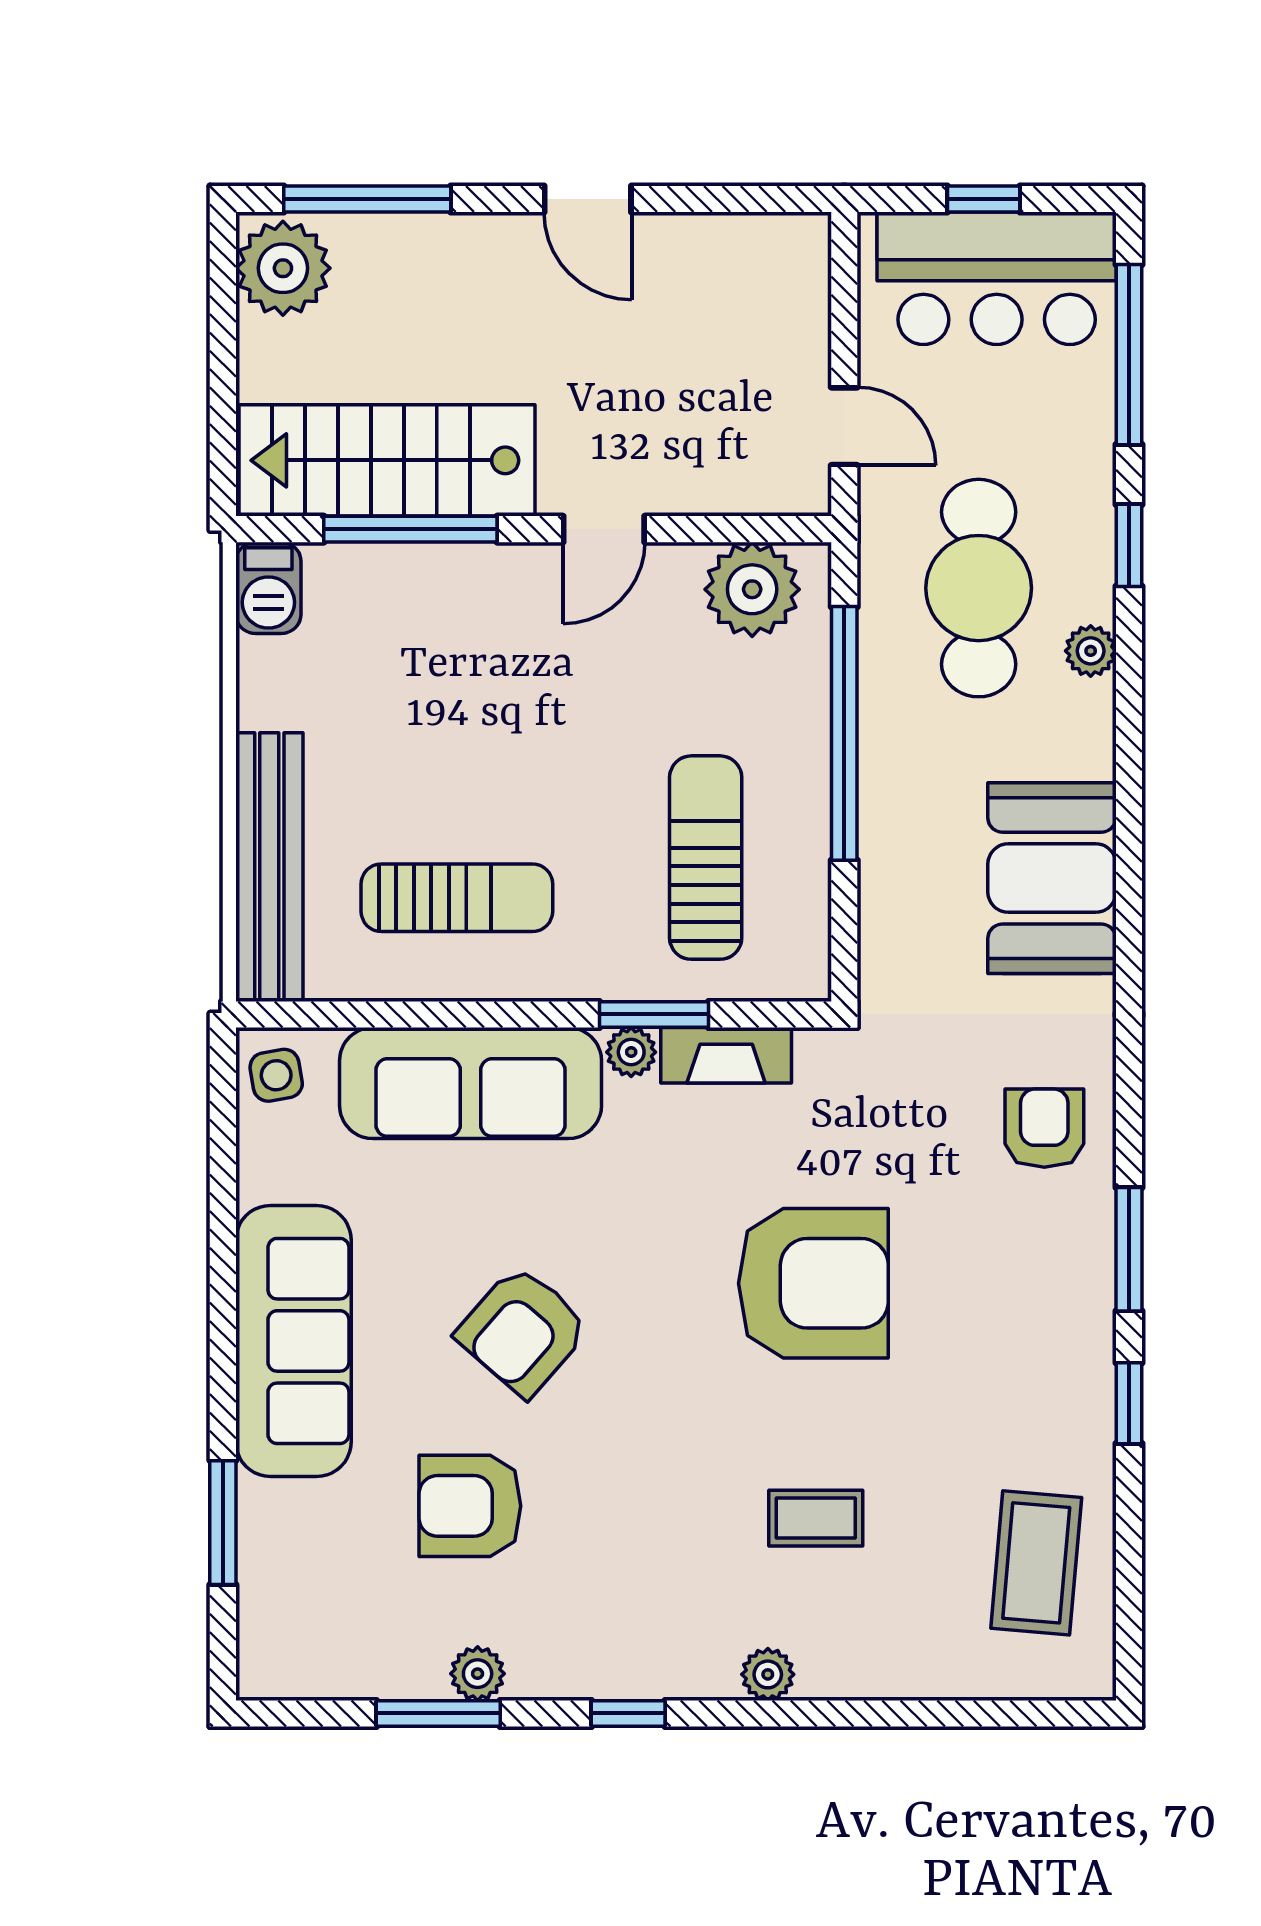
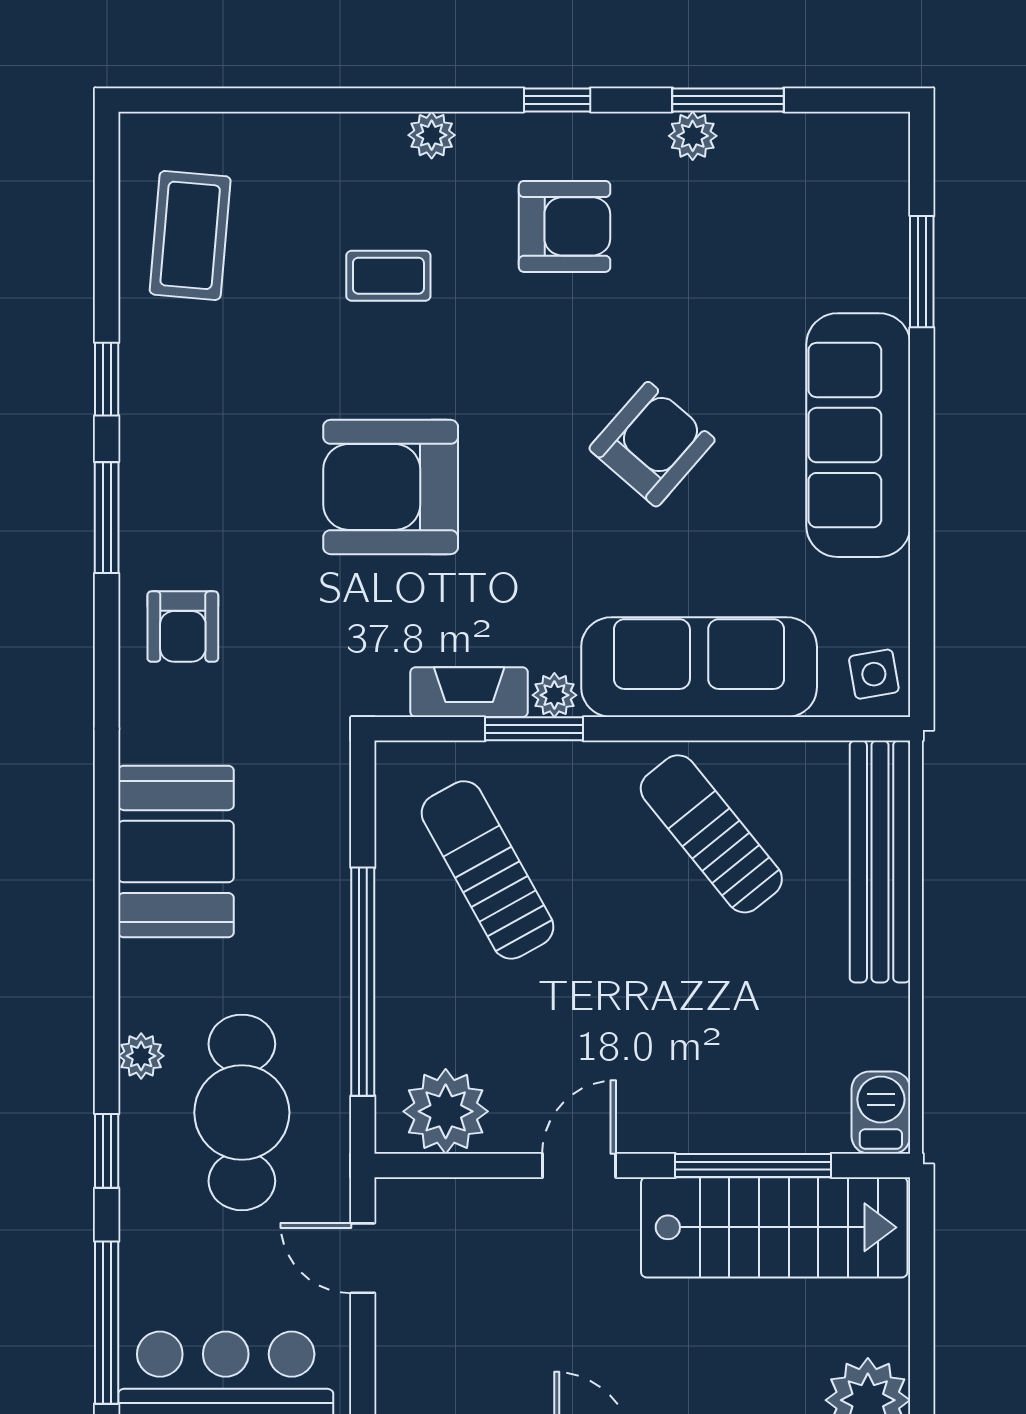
sun lounger: (706, 858) -> (487, 870), turned 151
sun lounger: (457, 898) -> (711, 834), turned 51
armchair: (470, 1506) -> (565, 226), moved

